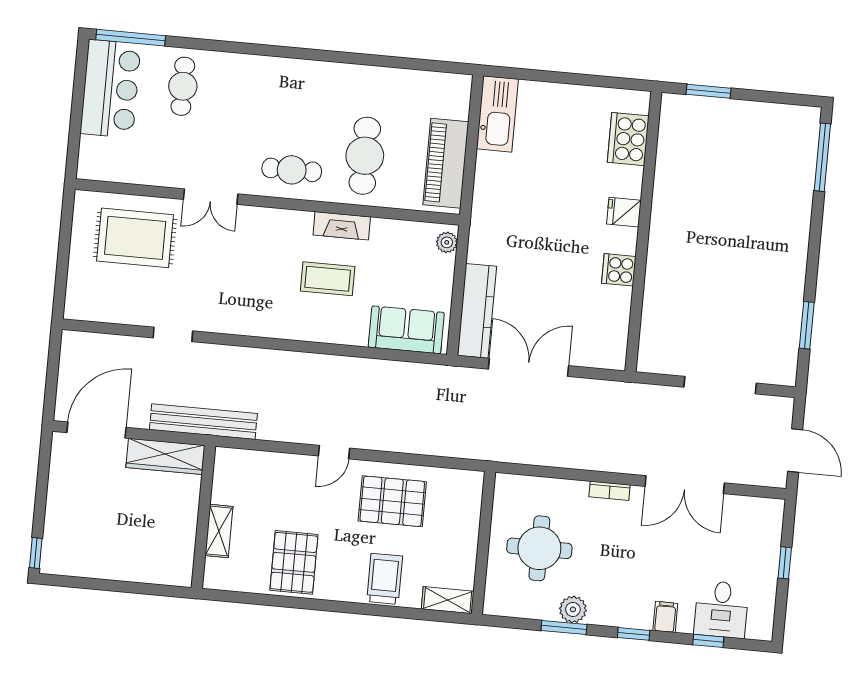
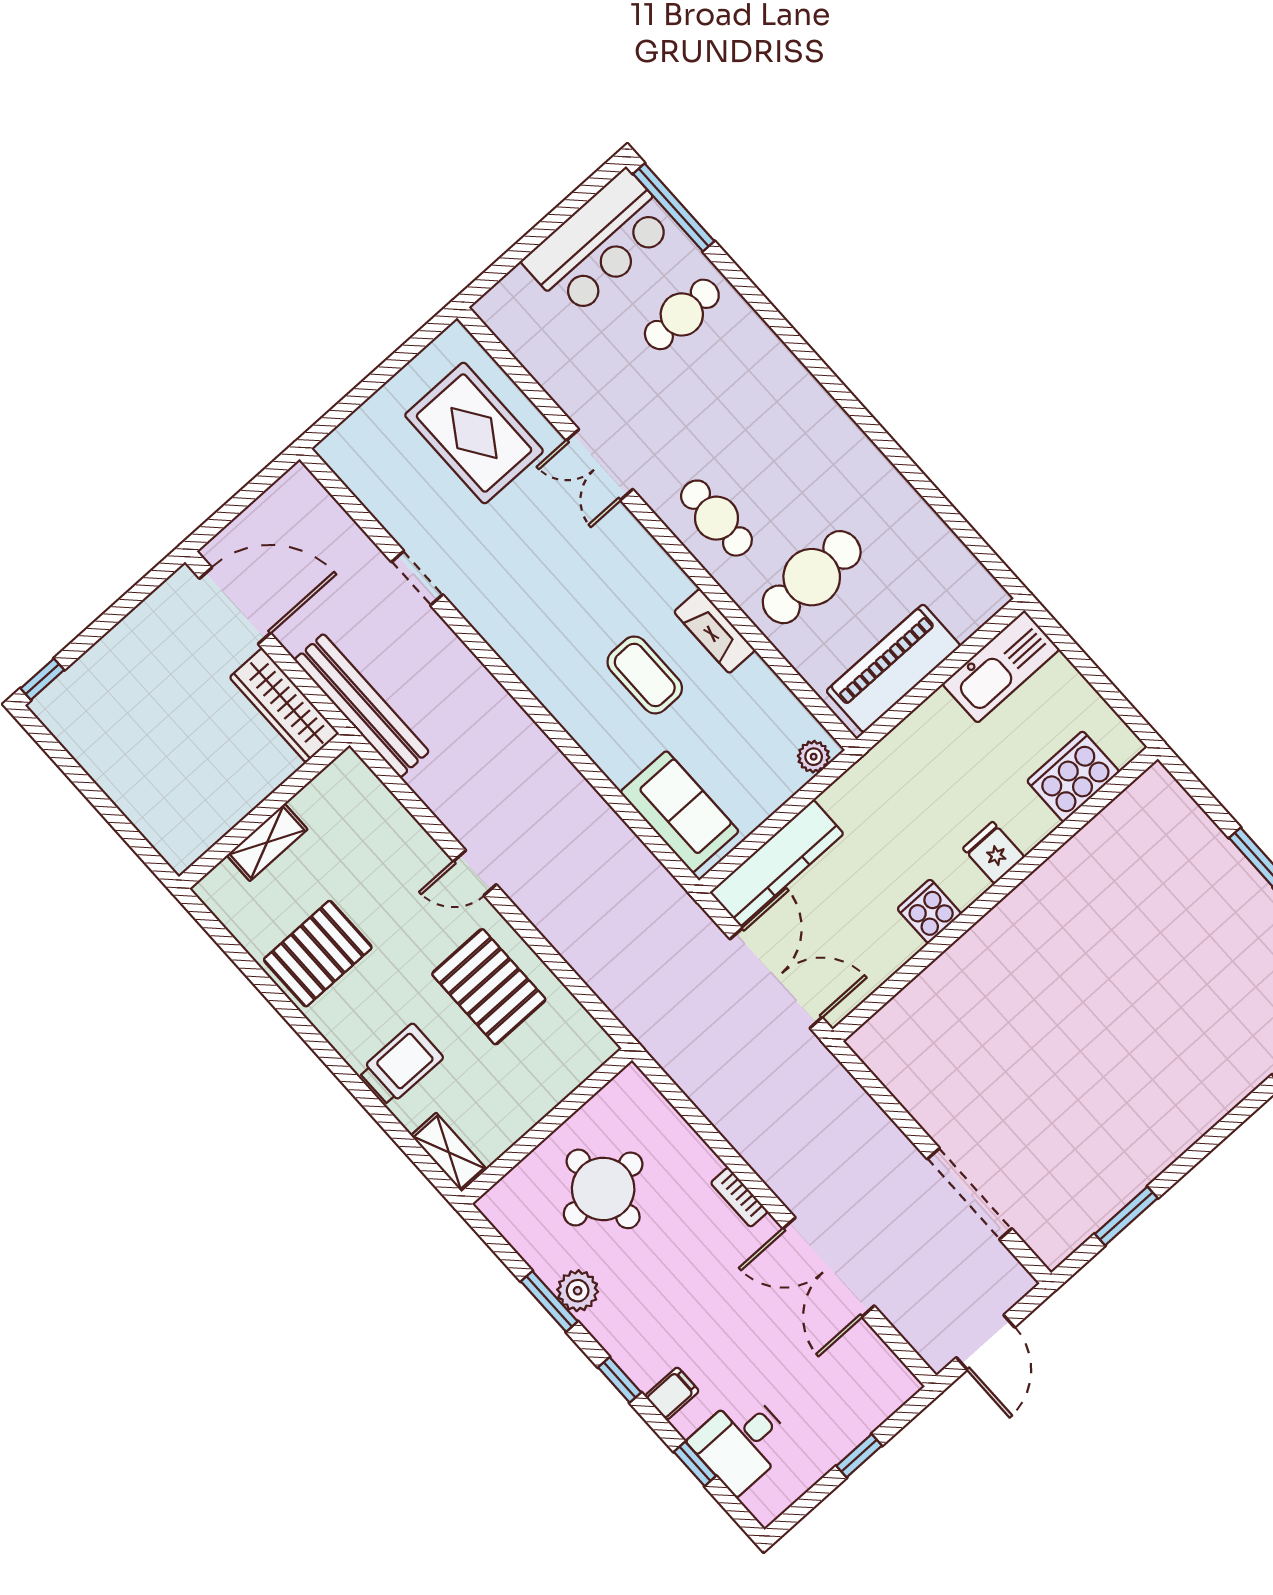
cooker: (628, 139) -> (1073, 776), moved
fridge: (624, 212) -> (994, 853), moved
wall: (643, 232) -> (995, 894), moved
cooker: (619, 270) -> (929, 911), moved

